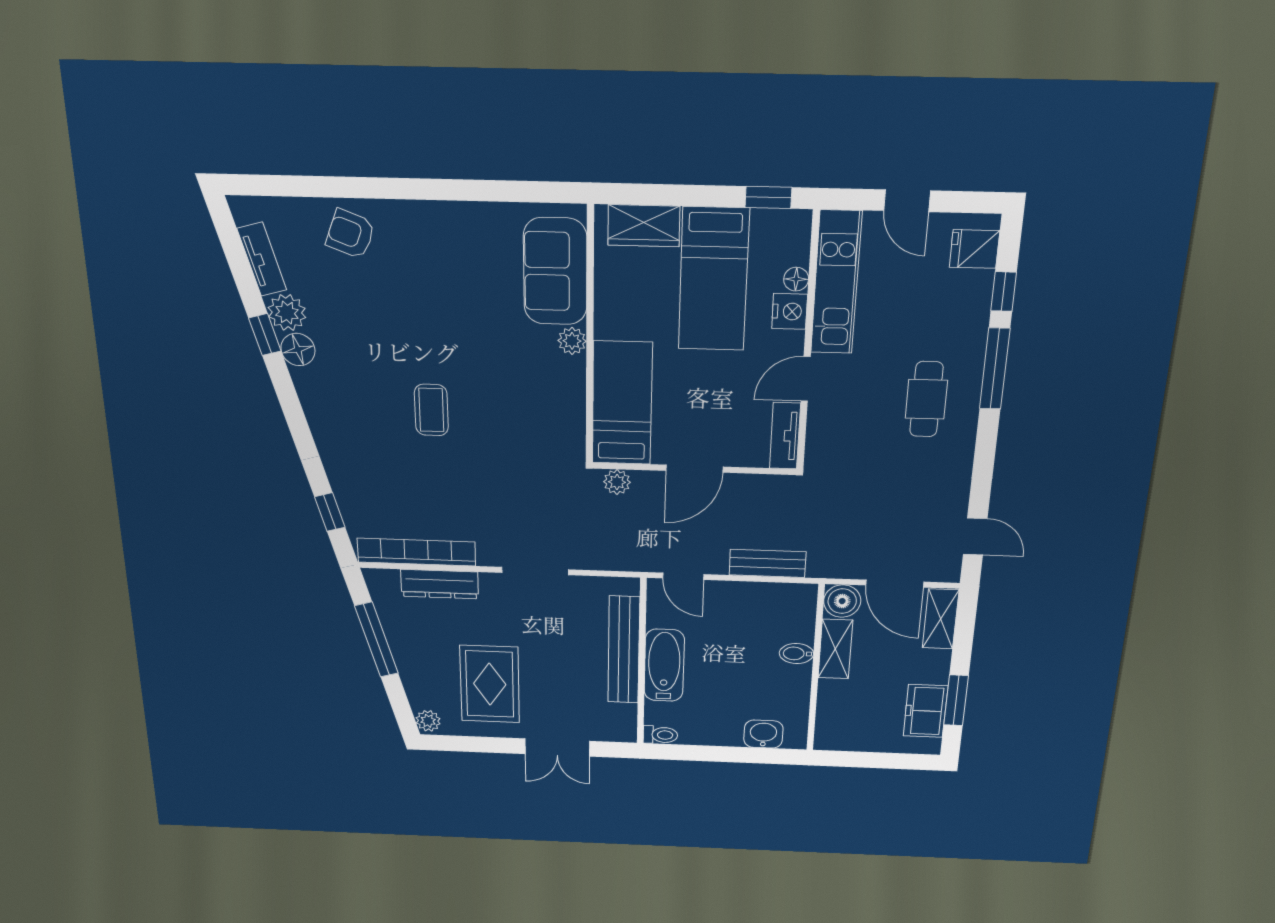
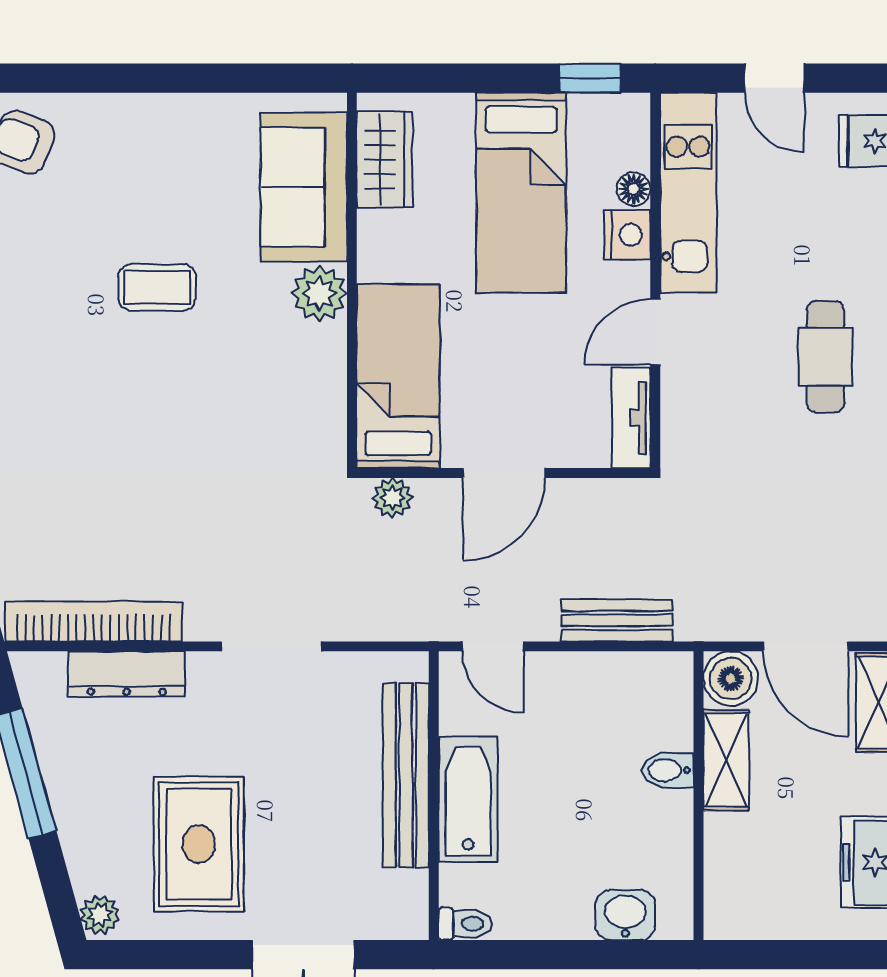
wardrobe: (644, 226) -> (385, 159), moved, turned -90
plant: (572, 341) -> (319, 293), width x1.38, depth x1.38
coffee table: (431, 410) -> (157, 287), moved, turned 90

